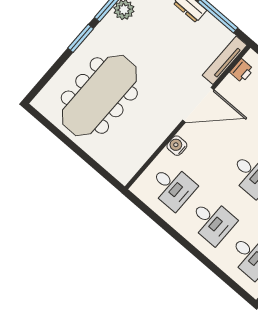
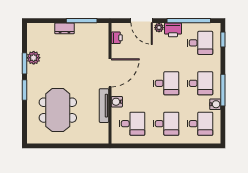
tv unit: (225, 60) -> (104, 106), moved
meeting table: (99, 96) -> (58, 110), width x0.73

